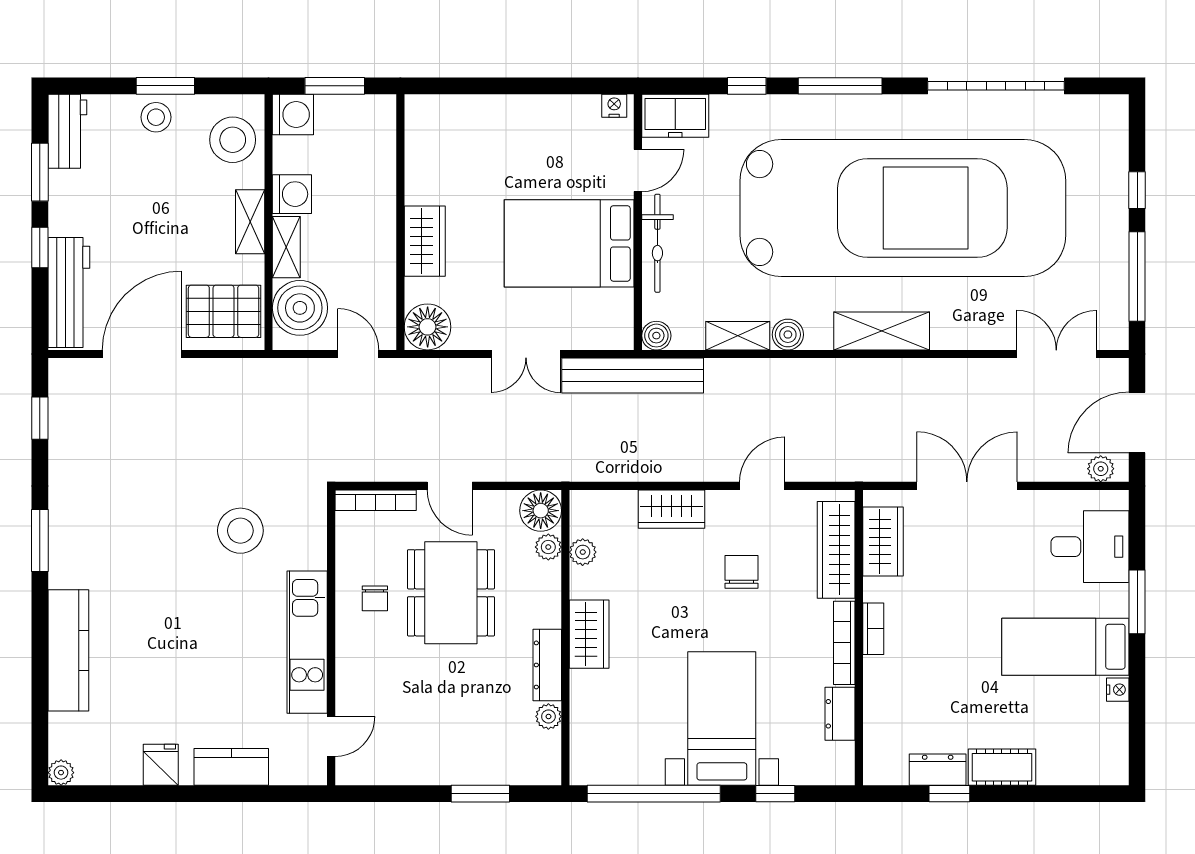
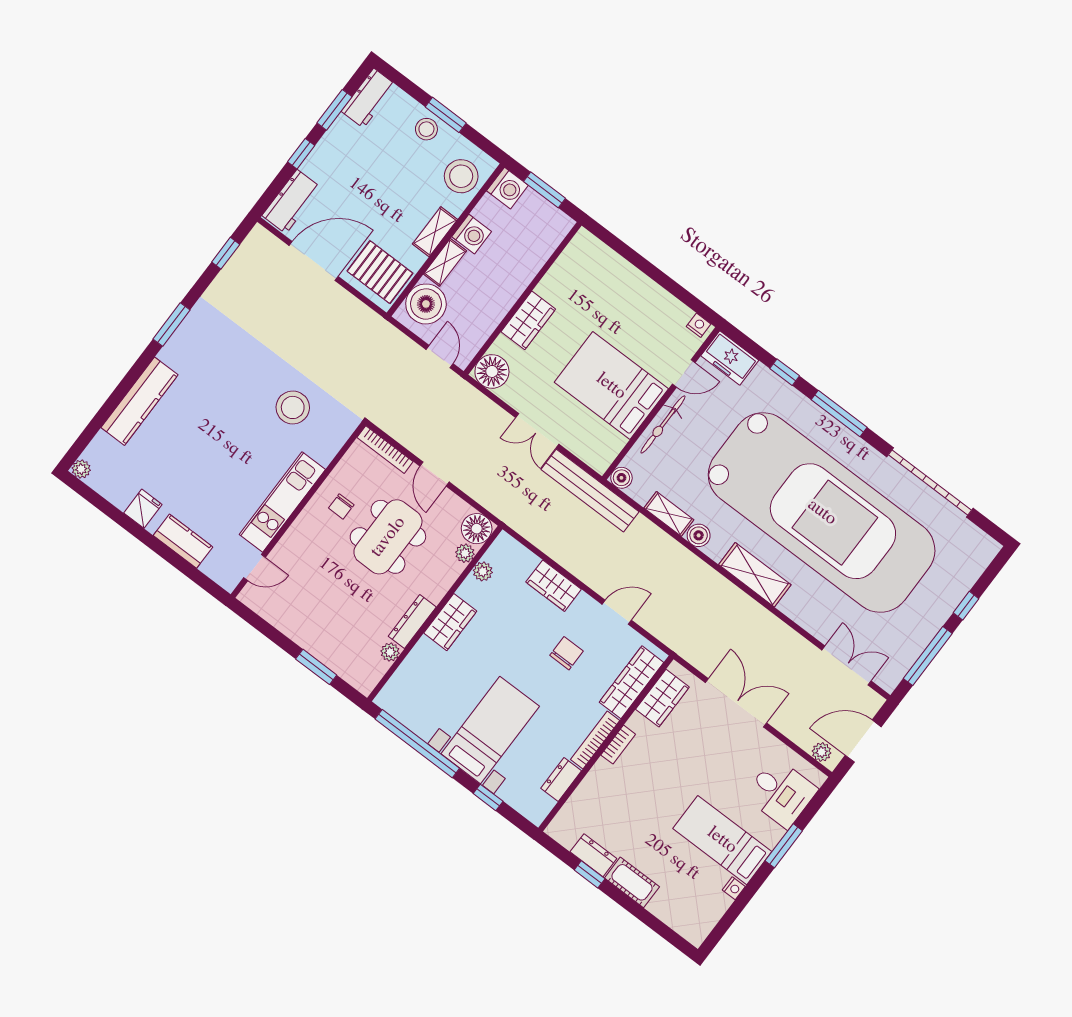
workbench: (69, 293) -> (291, 202), width x0.73

